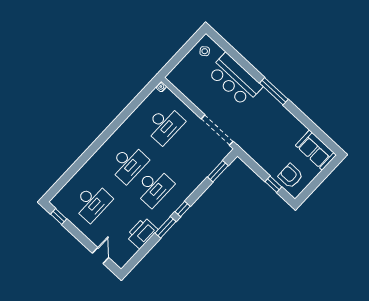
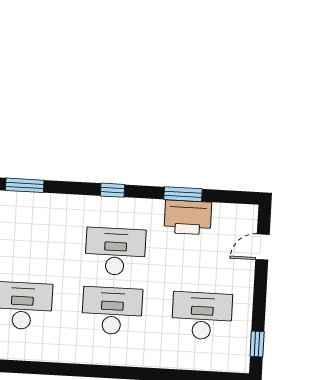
window: (166, 227) -> (183, 194), moved

